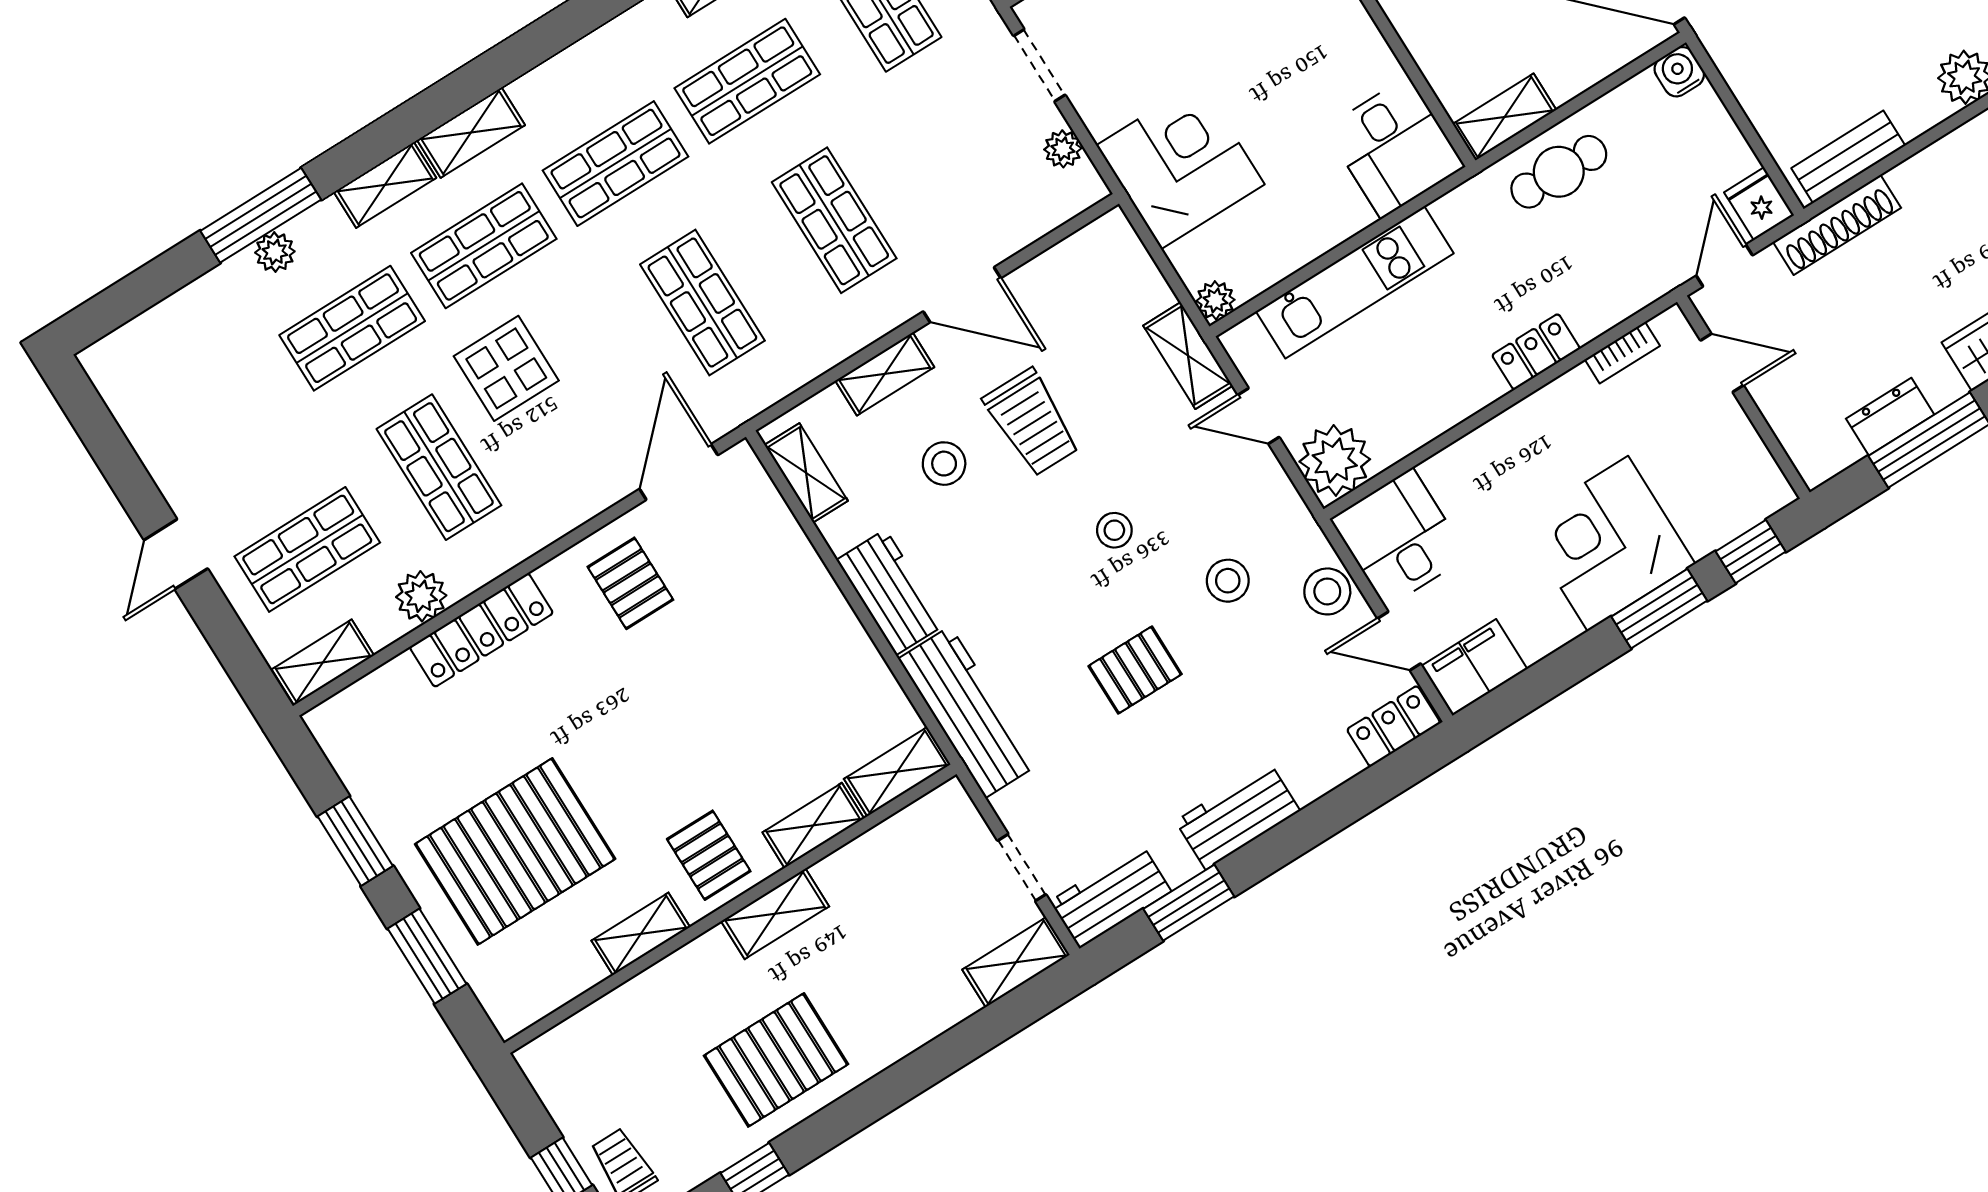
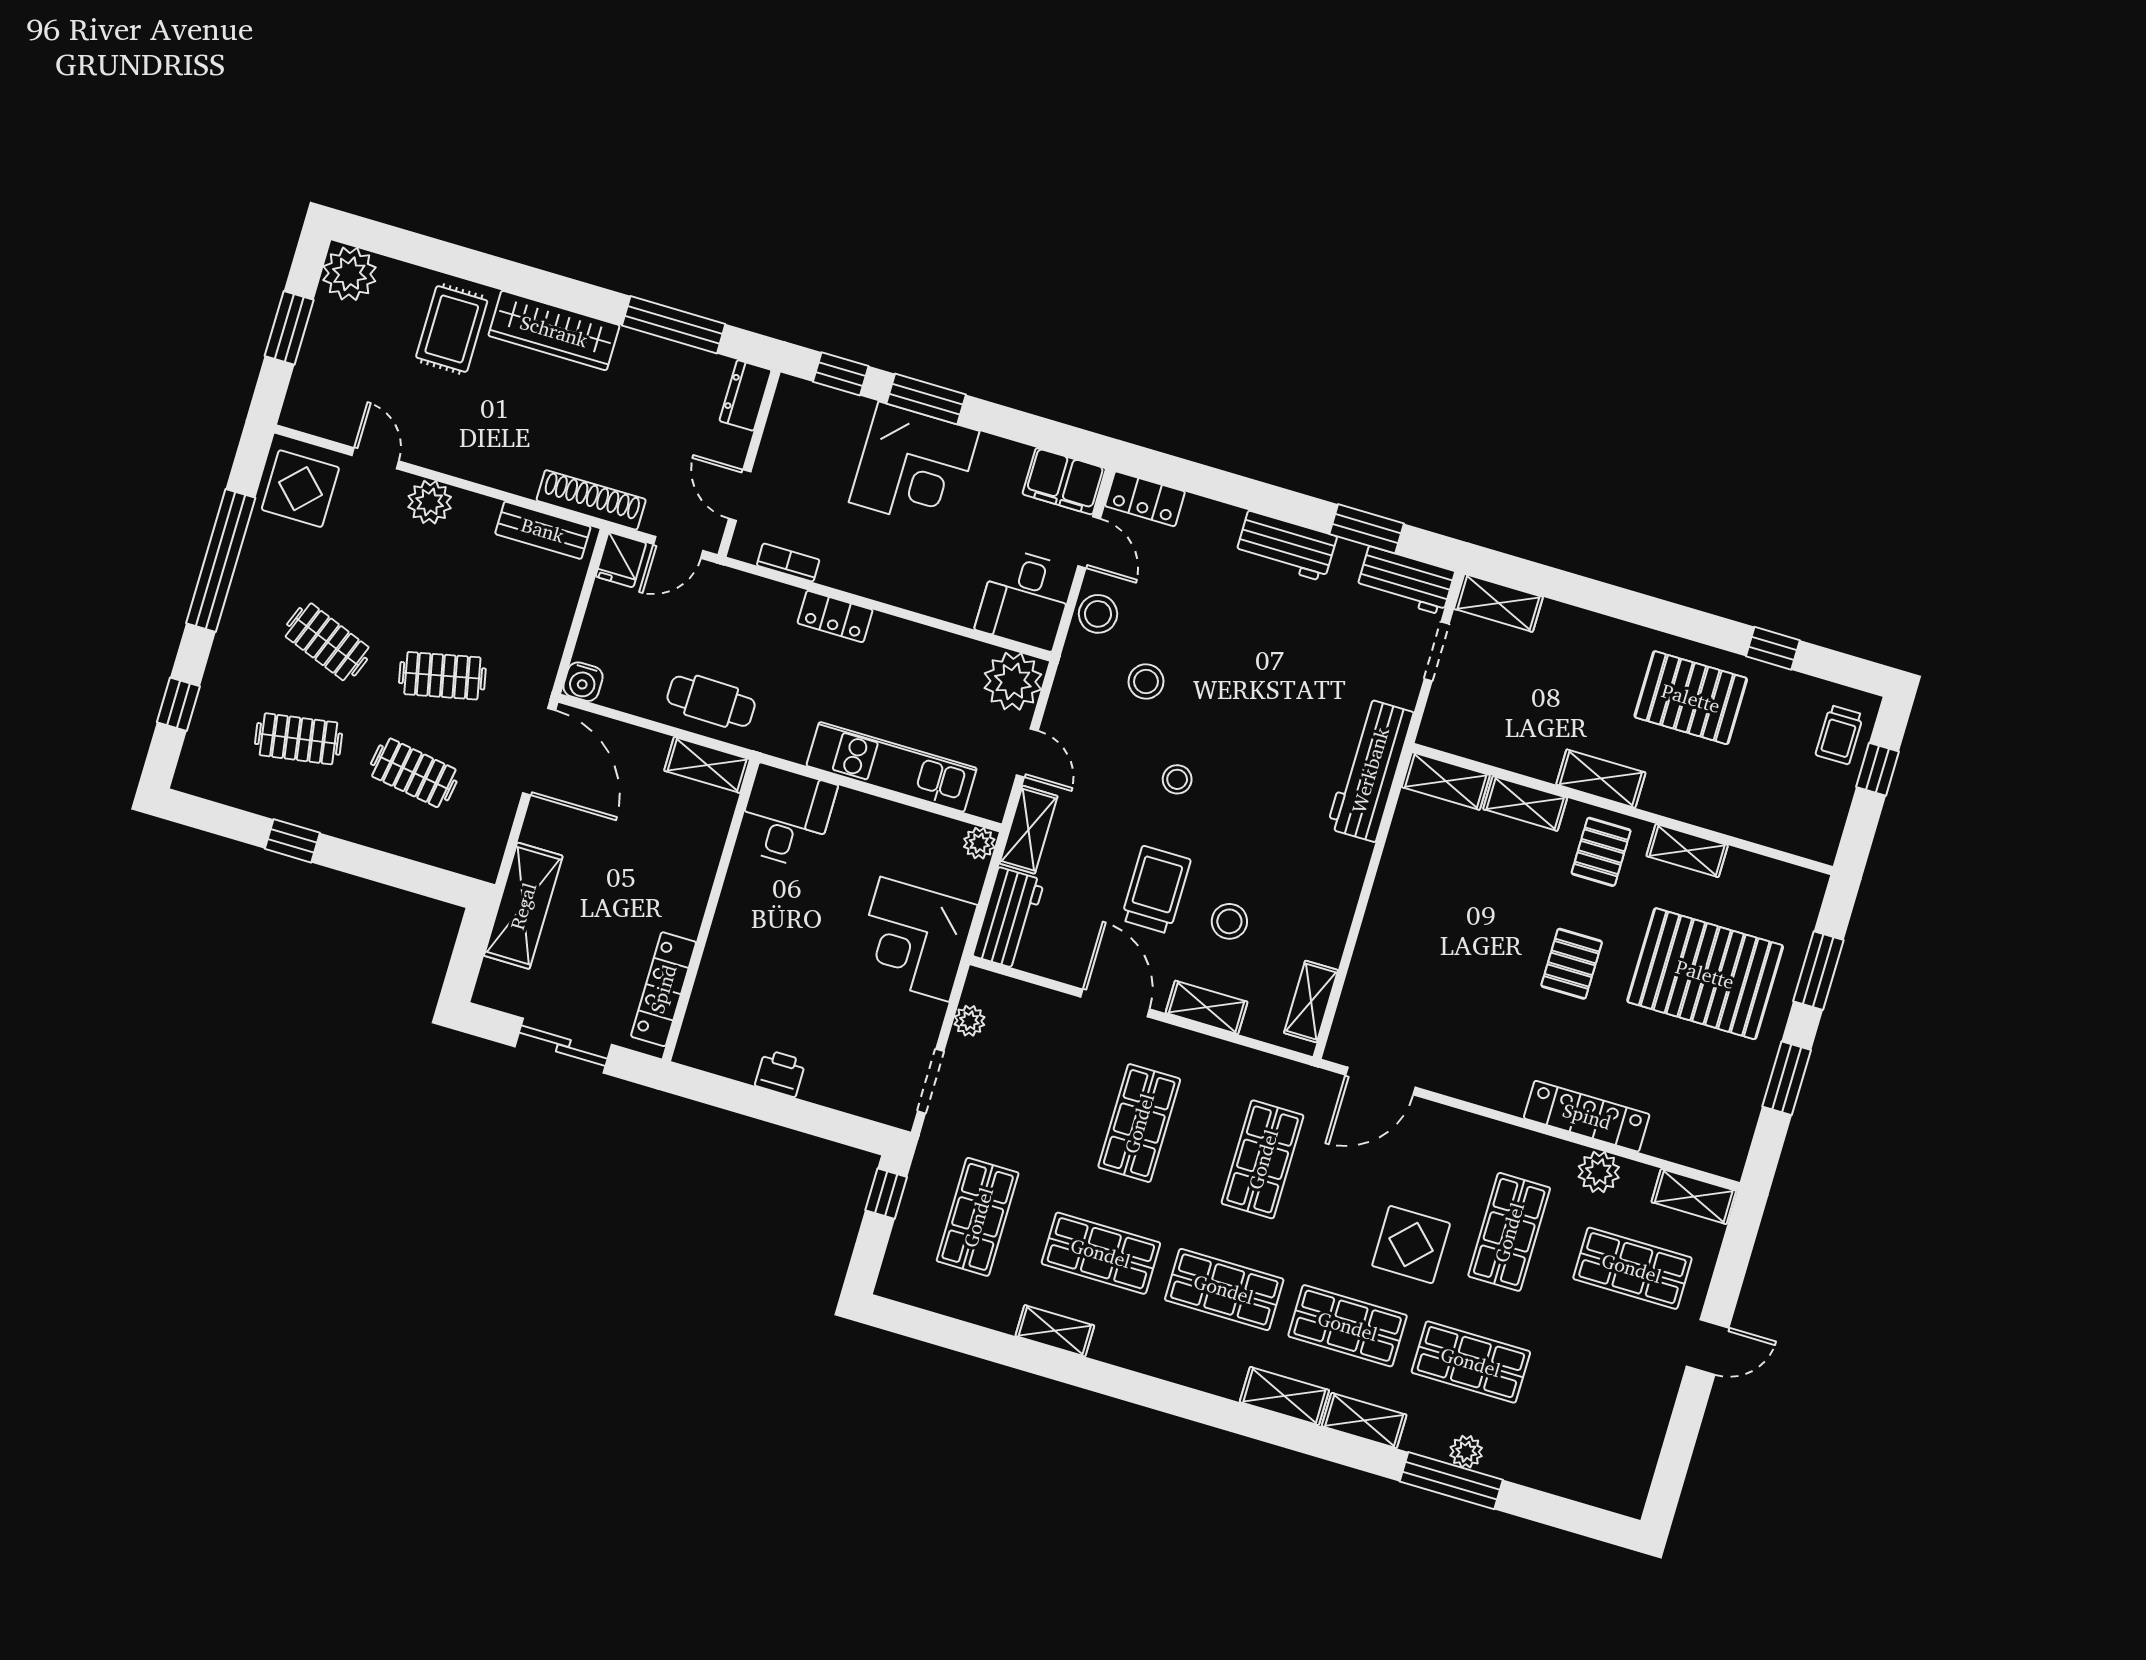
dresser: (1890, 417) -> (745, 395), moved, turned 90
pallet: (630, 583) -> (1572, 964), moved
workbench: (891, 592) -> (1009, 918), moved, turned 180
pallet: (1135, 670) -> (1252, 690), removed

